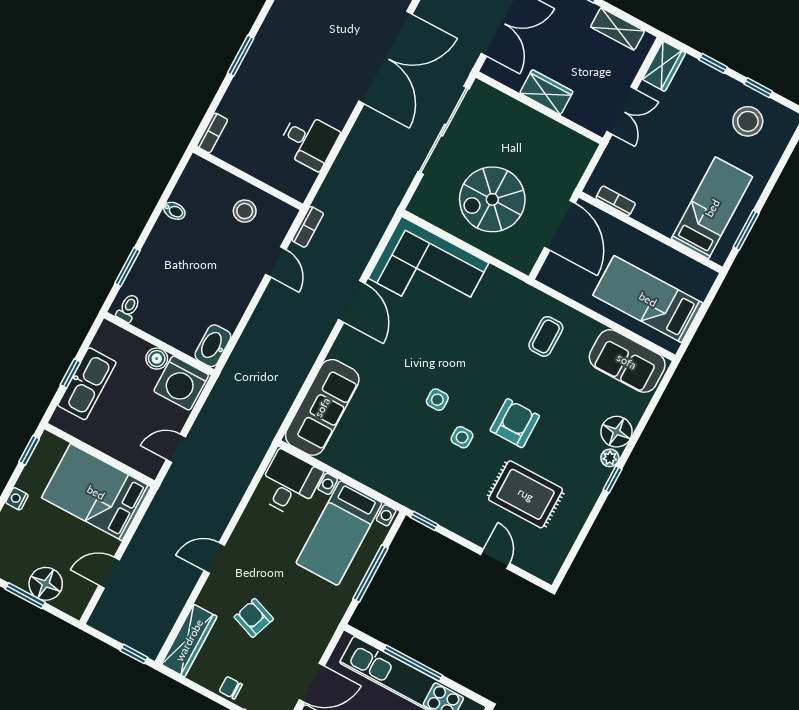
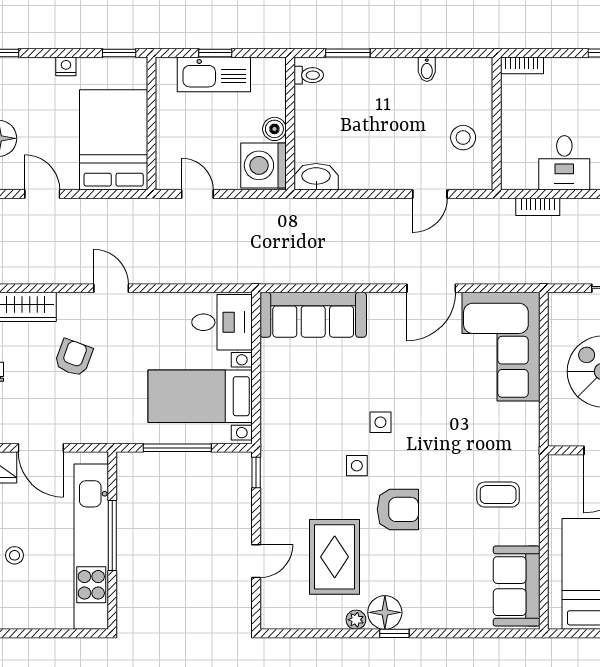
bookcase: (308, 227) -> (538, 207), moved
floor lamp: (617, 432) -> (385, 612), moved
plant: (610, 458) -> (356, 620), moved

